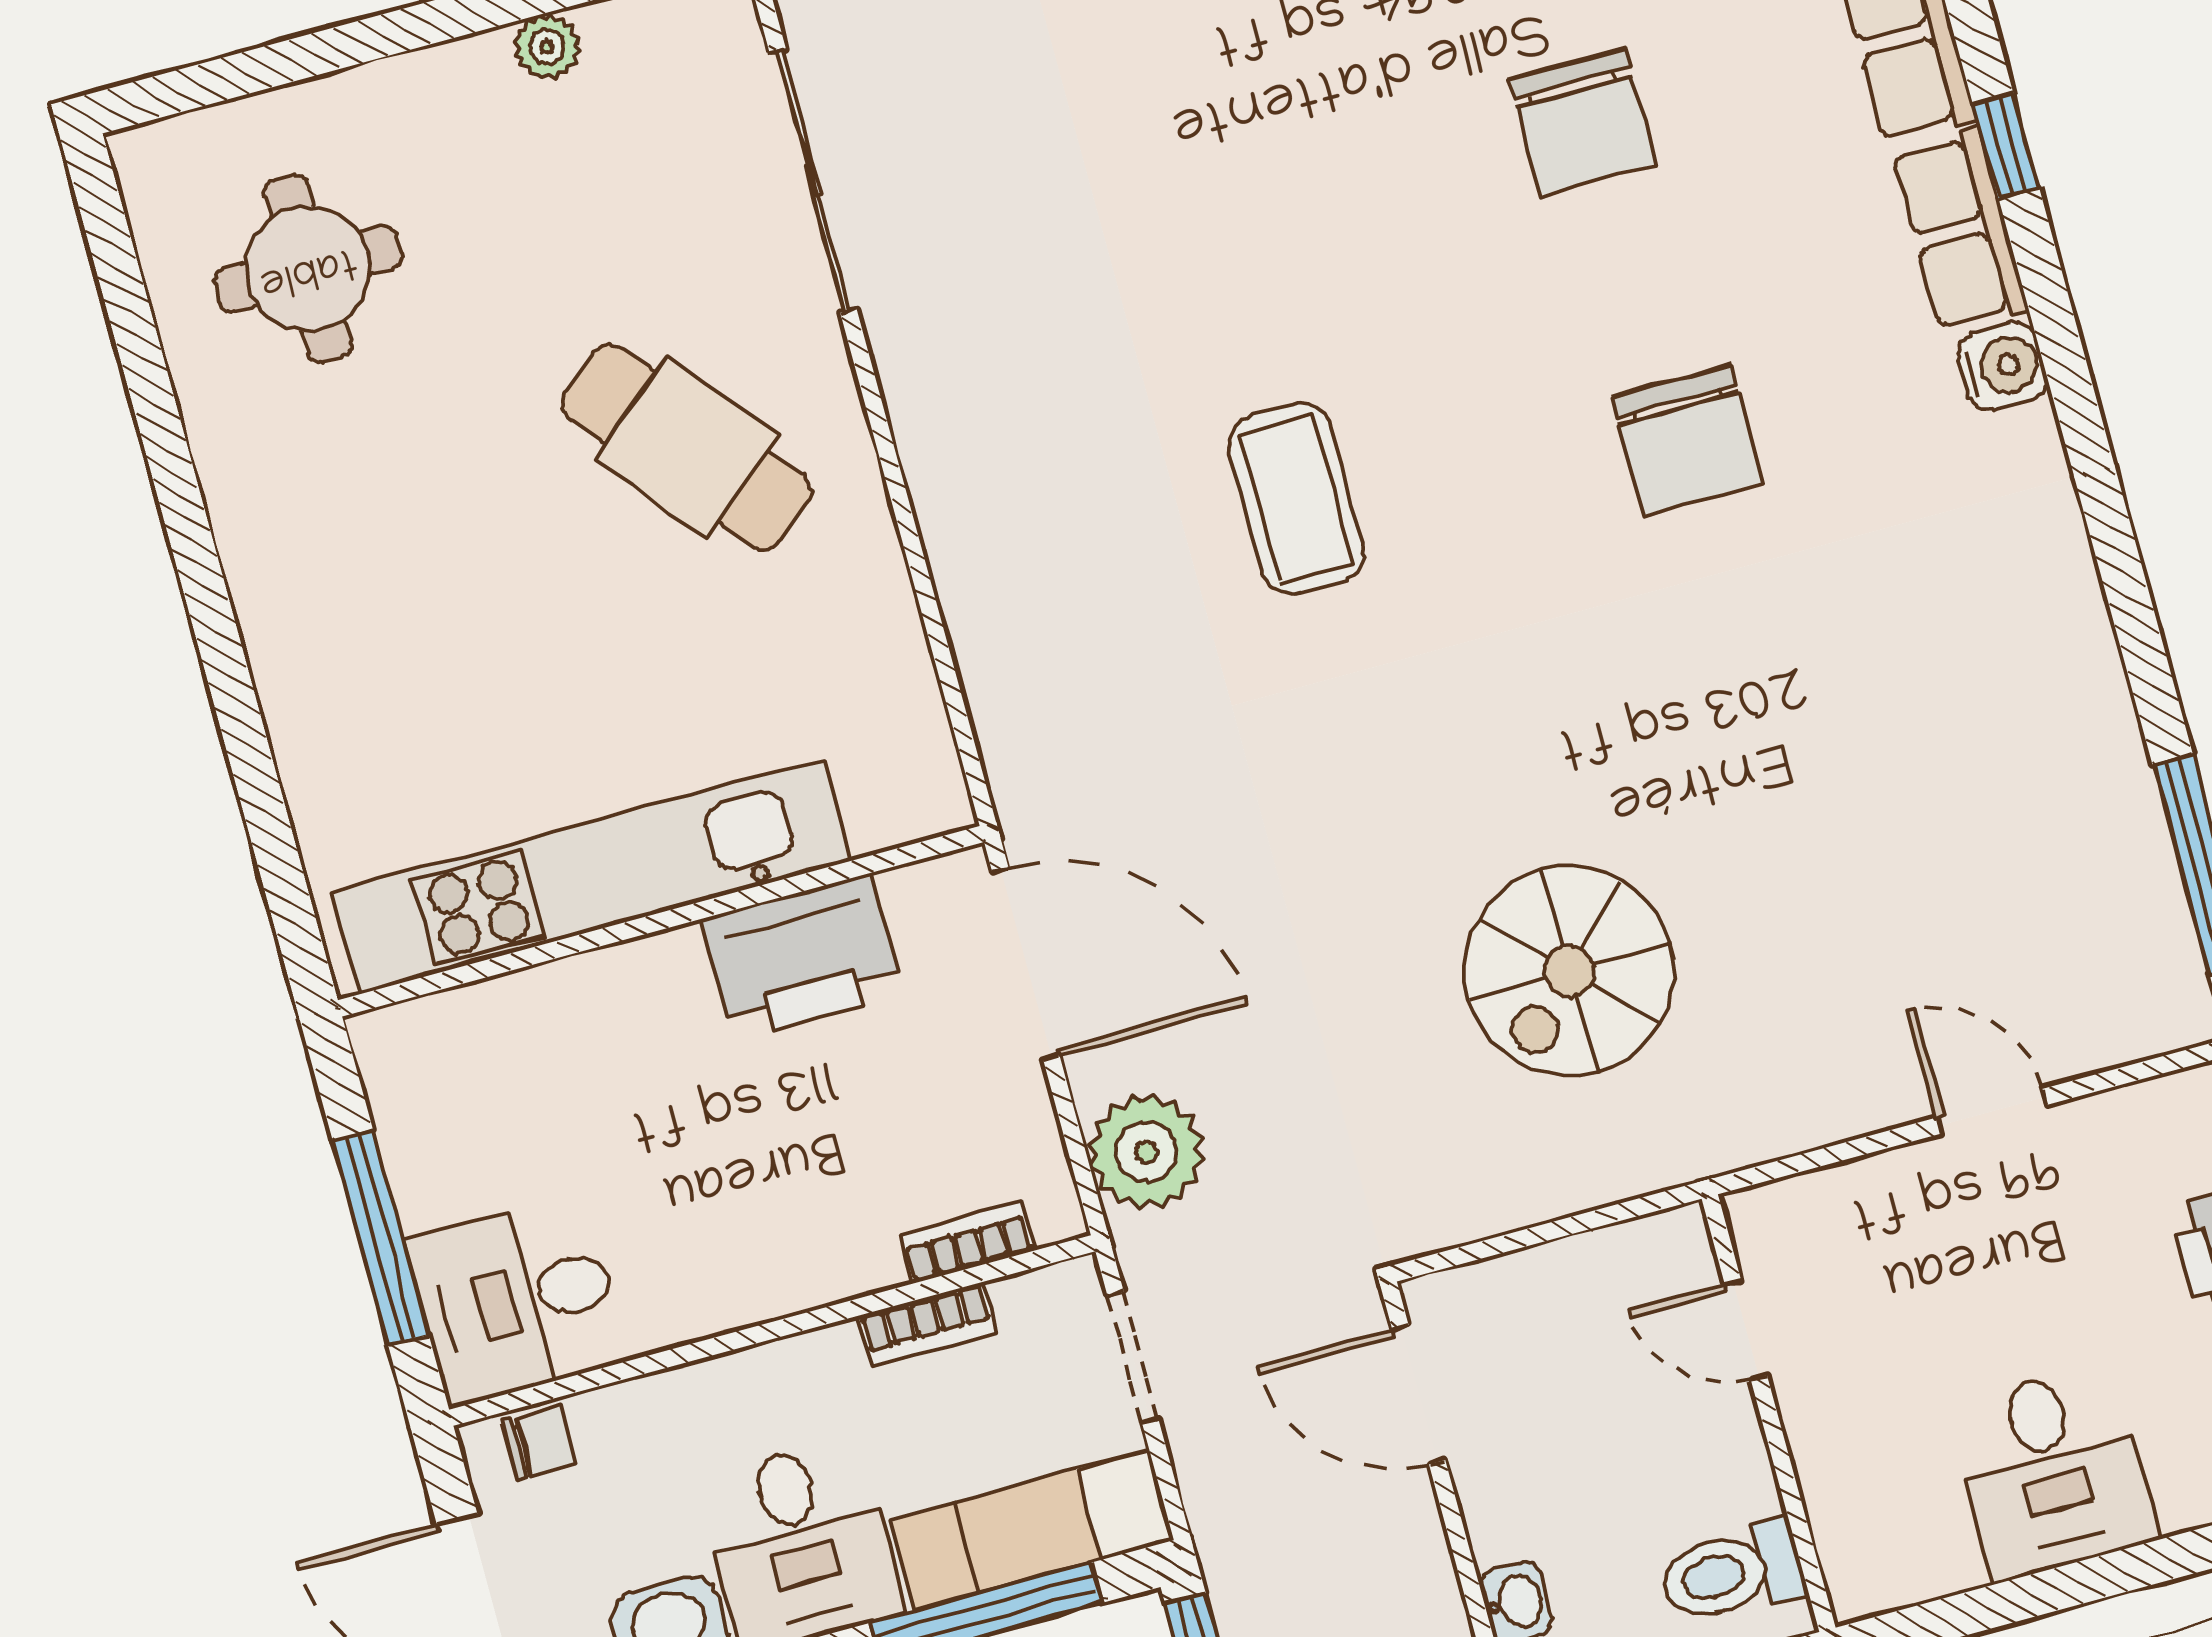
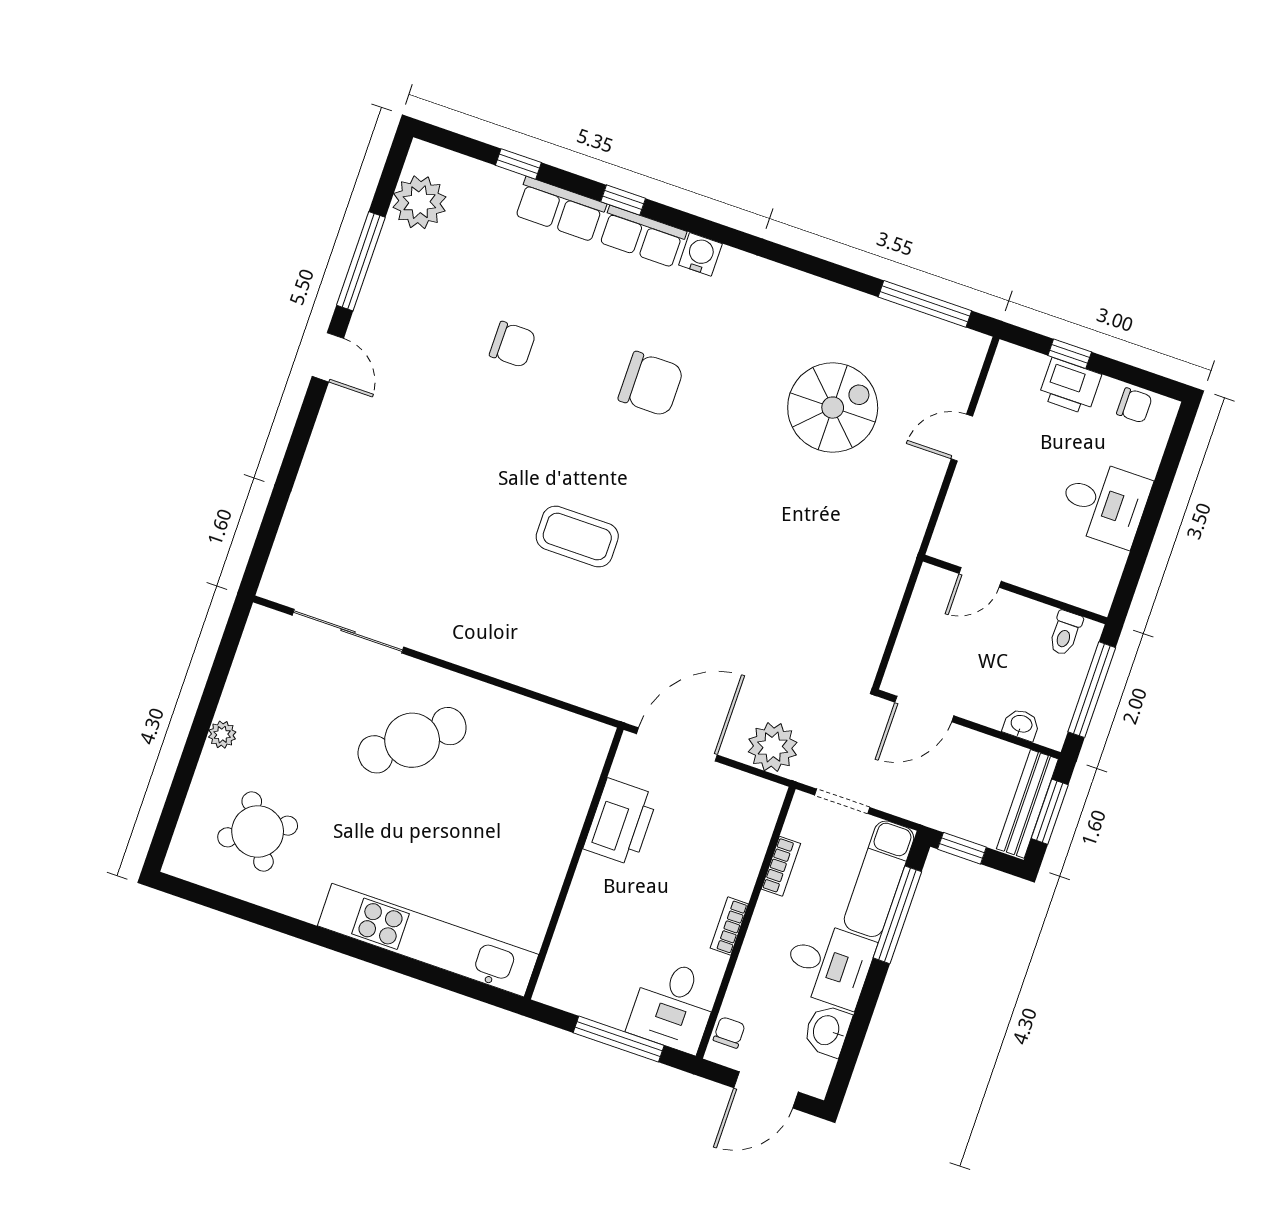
plant: (547, 47) -> (222, 735), moved
chair: (1582, 122) -> (513, 344), width x0.73, depth x0.73
round table: (308, 269) -> (258, 831), turned -30
kitchen unit: (592, 877) -> (428, 940), moved, turned 90
spiral stairs: (1569, 971) -> (833, 408), moved, turned -90
bookcase: (967, 1243) -> (729, 926), moved
toilet: (1732, 1572) -> (1065, 633), width x0.73, depth x0.72

